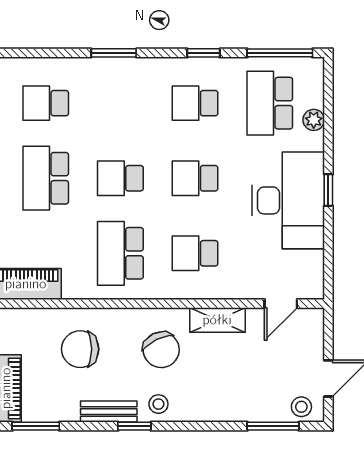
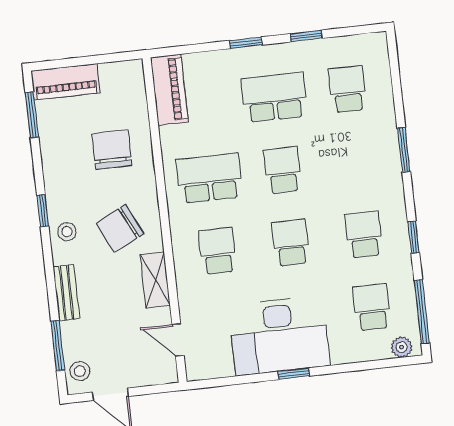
school desk: (270, 103) -> (372, 307), width x0.54
plant: (314, 120) -> (402, 347), moved
bench: (109, 412) -> (66, 293), moved

